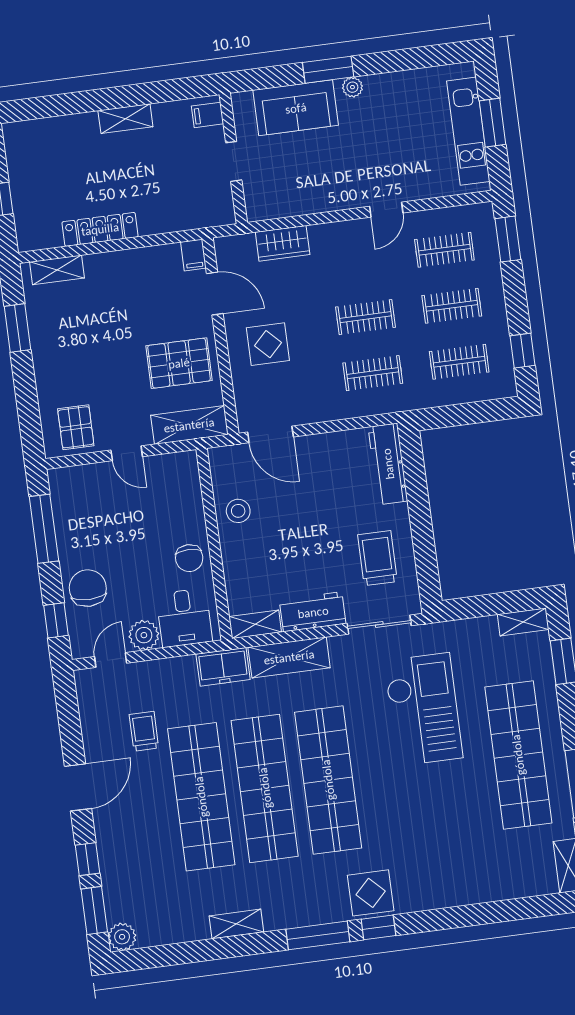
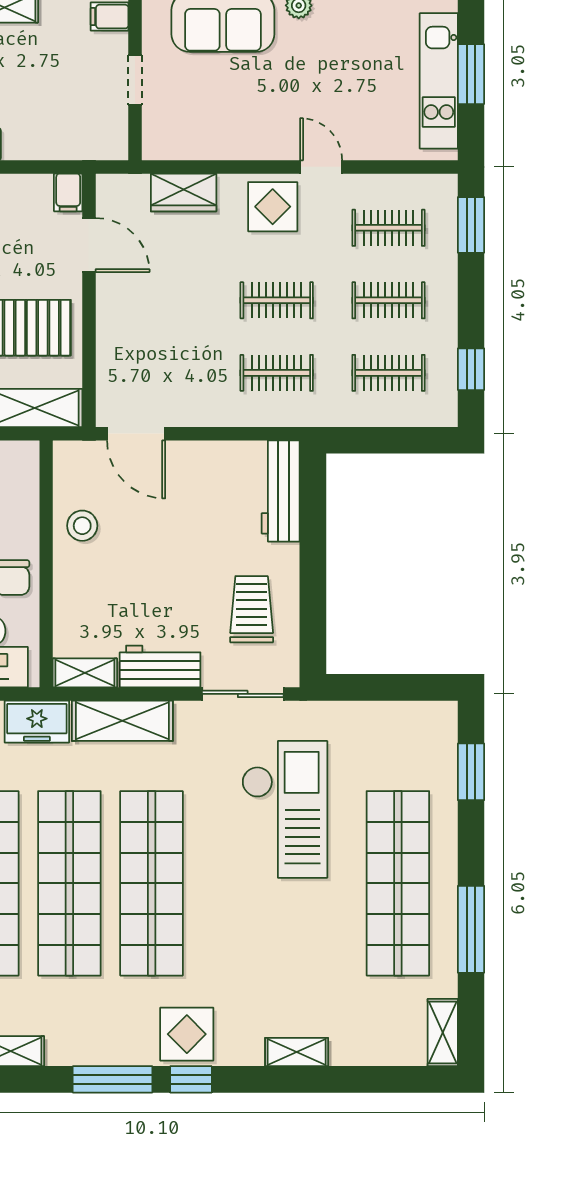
door: (386, 210) -> (321, 167), swing flipped
display table: (268, 344) -> (273, 207), moved
shelving: (523, 622) -> (297, 1052), moved

